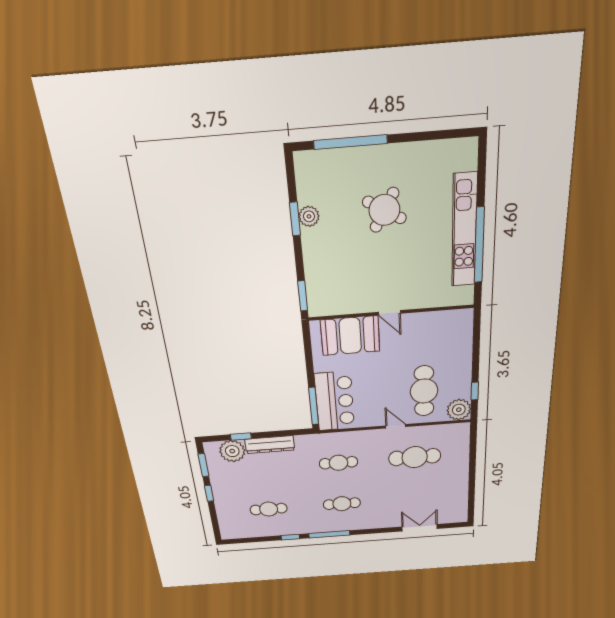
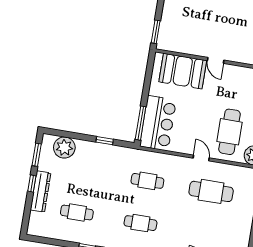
window: (241, 436) -> (105, 141), moved
dresser: (270, 445) -> (41, 191), moved, turned -90

